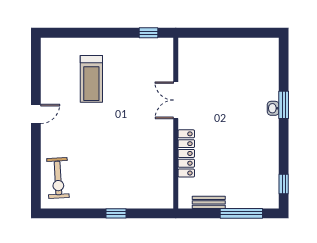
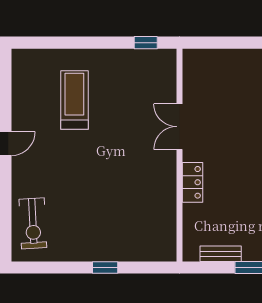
treadmill: (91, 79) -> (74, 100), turned 180
locker: (186, 153) -> (193, 182), width x0.66

